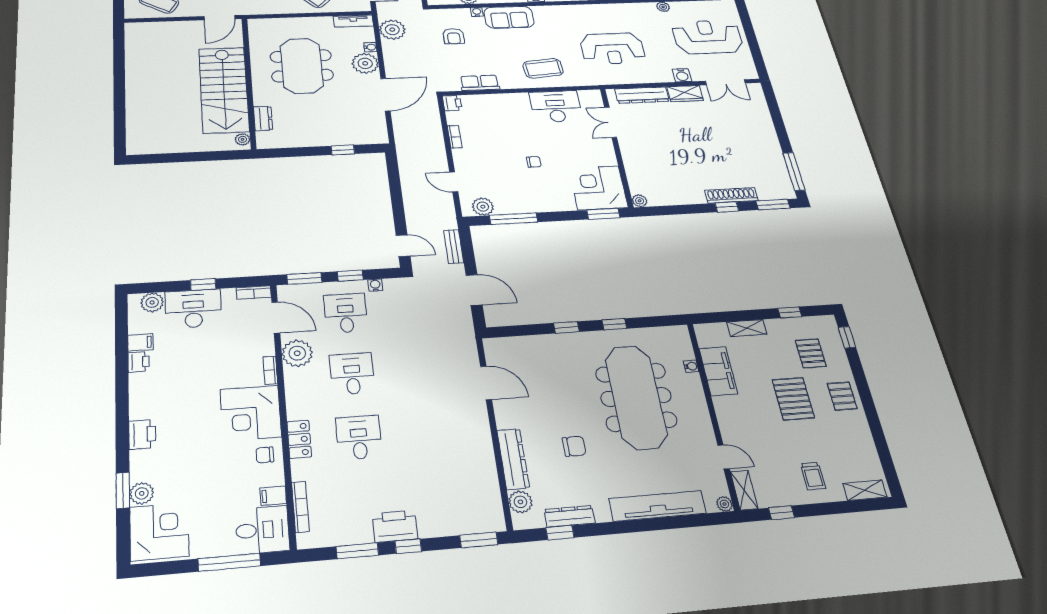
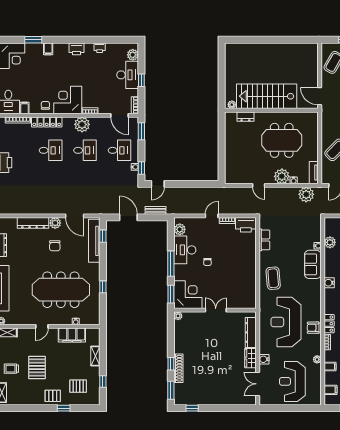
armchair: (454, 36) -> (313, 328), moved
reception desk: (707, 37) -> (292, 381), turned 180
reception desk: (612, 49) -> (286, 322), width x1.36, depth x1.30
door: (385, 95) -> (259, 185), width x0.53
printer: (452, 103) -> (246, 225), width x1.87, depth x1.48
desk: (556, 106) -> (185, 250), moved, turned 180
double door: (611, 122) -> (216, 310), moved
window: (343, 150) -> (222, 158), removed
window: (794, 171) -> (192, 408), width x0.46
door: (454, 182) -> (212, 216), moved
window: (514, 219) -> (171, 264), moved
window: (350, 276) -> (141, 168), moved
door: (474, 290) -> (128, 217), swing flipped
door: (276, 318) -> (120, 115), hinge flipped
window: (566, 327) -> (103, 236), moved
window: (847, 337) -> (64, 408), moved
filing cabinet: (140, 342) -> (48, 49), moved
tv unit: (529, 345) -> (94, 241), added
plant: (297, 353) -> (82, 124), moved
door: (486, 383) -> (75, 216), hinge flipped
pallet: (793, 399) -> (37, 367), moved, turned 90
printer: (142, 434) -> (76, 49), moved
locker: (299, 439) -> (47, 122), width x1.53
chair: (574, 446) -> (55, 246), moved
door: (724, 457) -> (42, 326), moved
plant: (142, 493) -> (31, 48), removed
plant: (520, 502) -> (55, 223), moved

